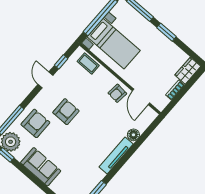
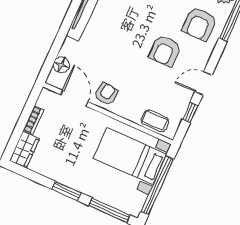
door: (45, 80) -> (203, 83), swing flipped
floor lamp: (133, 135) -> (61, 65), moved

